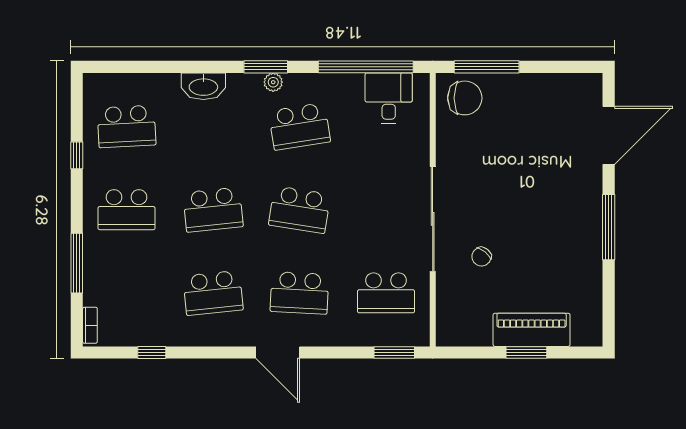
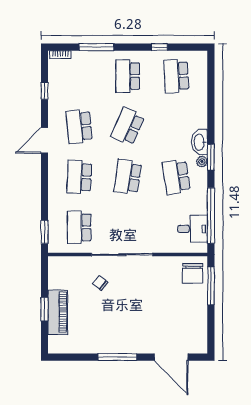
washbasin: (203, 86) -> (200, 142), moved
school desk: (213, 210) -> (128, 126), turned 30
door: (278, 352) -> (44, 140), moved

